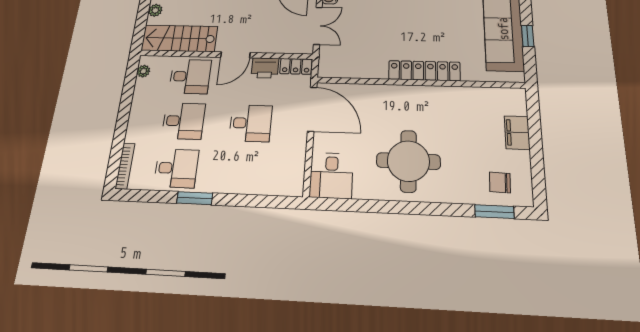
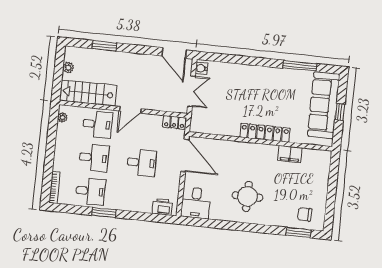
printer: (265, 68) -> (162, 207), moved, turned 180
filing cabinet: (517, 133) -> (290, 154), moved, turned -90
round table: (408, 161) -> (247, 196), width x0.73, depth x0.73

